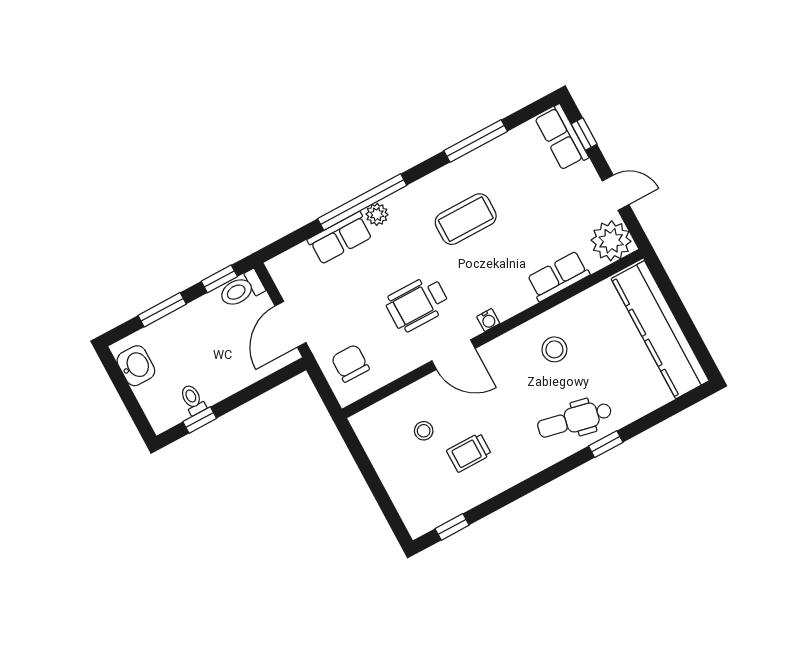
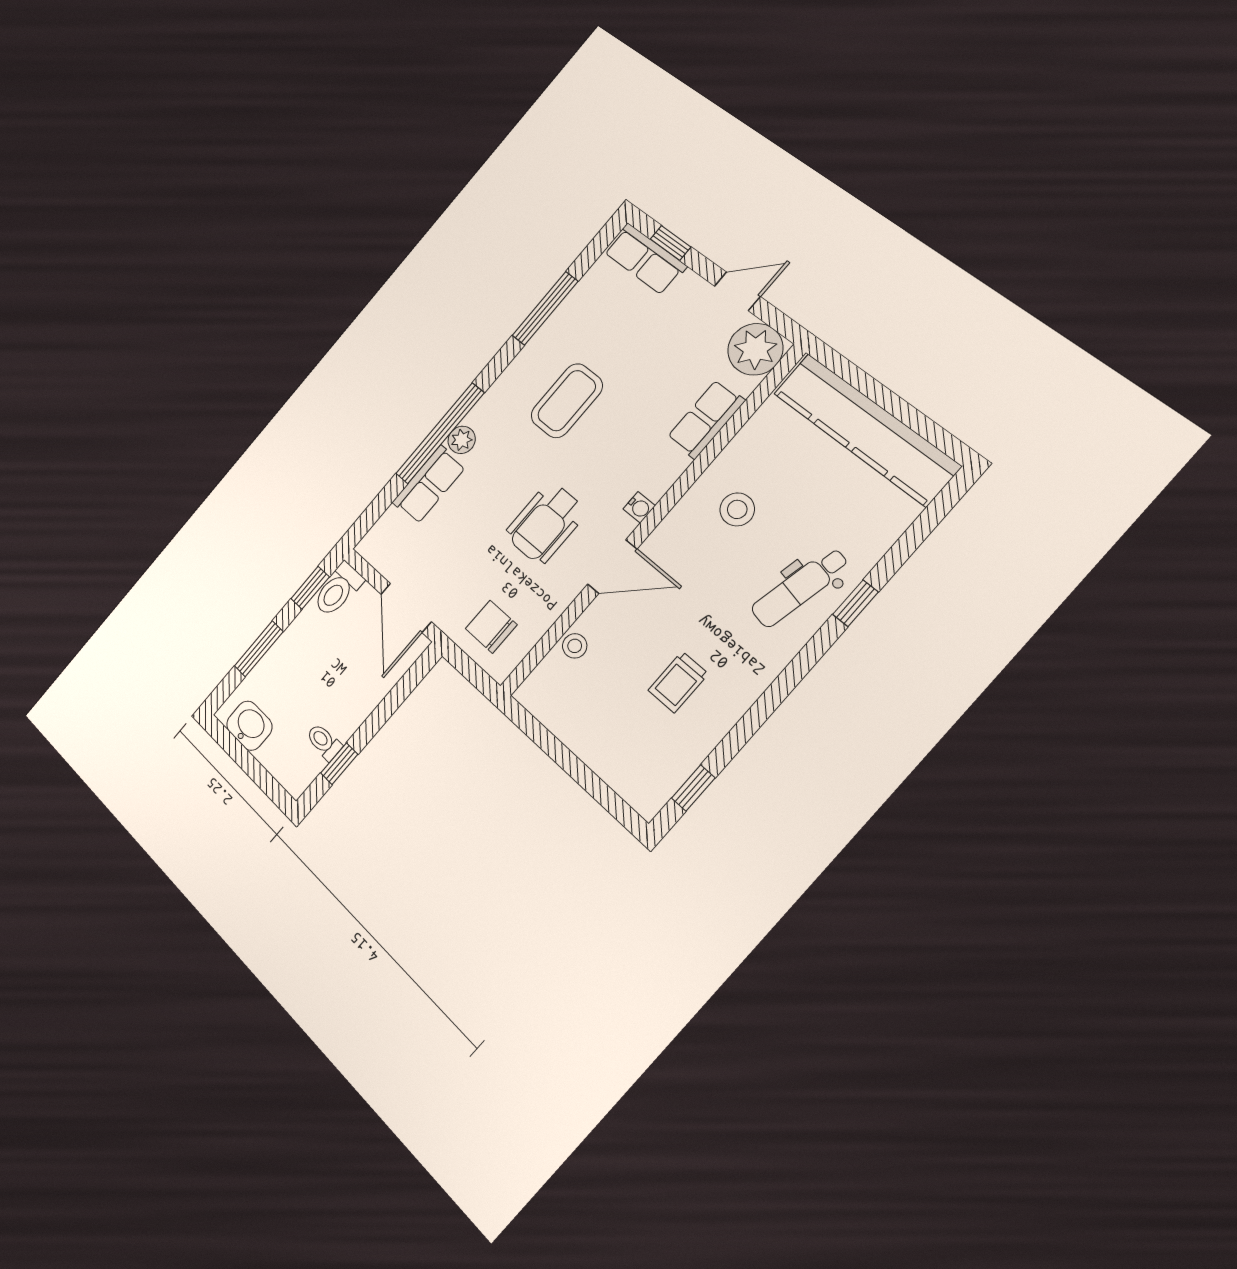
stool: (424, 431) -> (575, 646), moved

